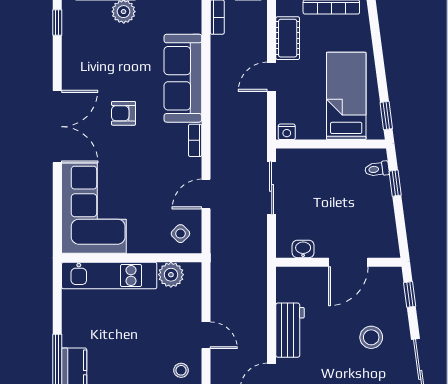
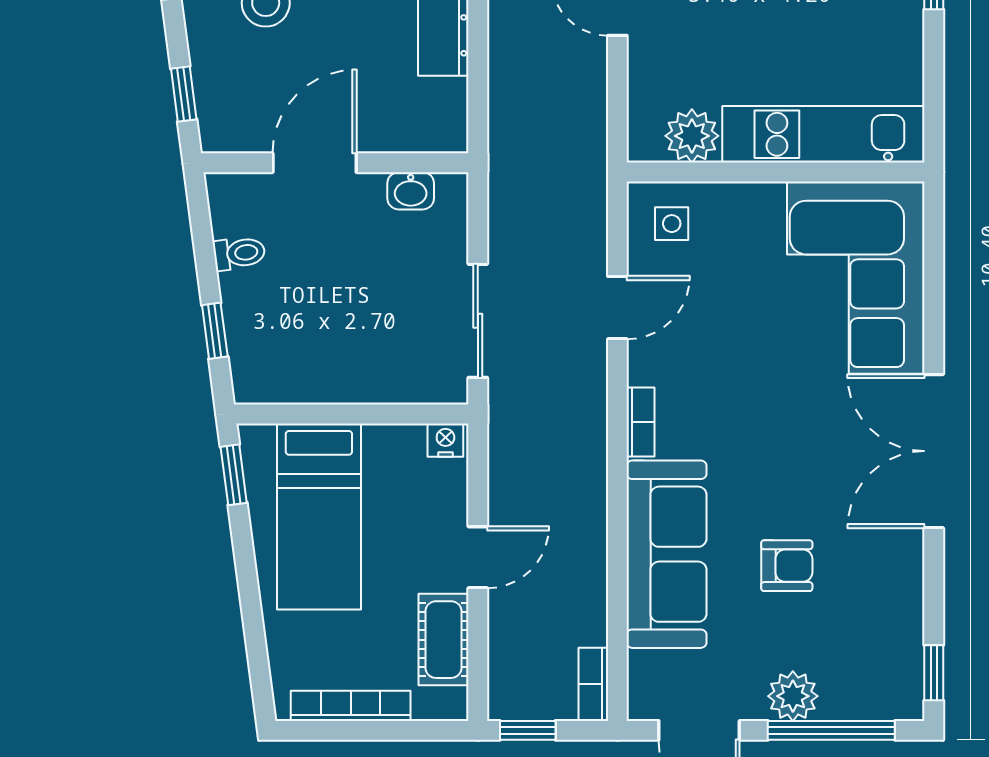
armchair: (123, 113) -> (787, 566), moved
toilet: (377, 169) -> (239, 253), moved
side table: (180, 234) -> (672, 224), turned 45

